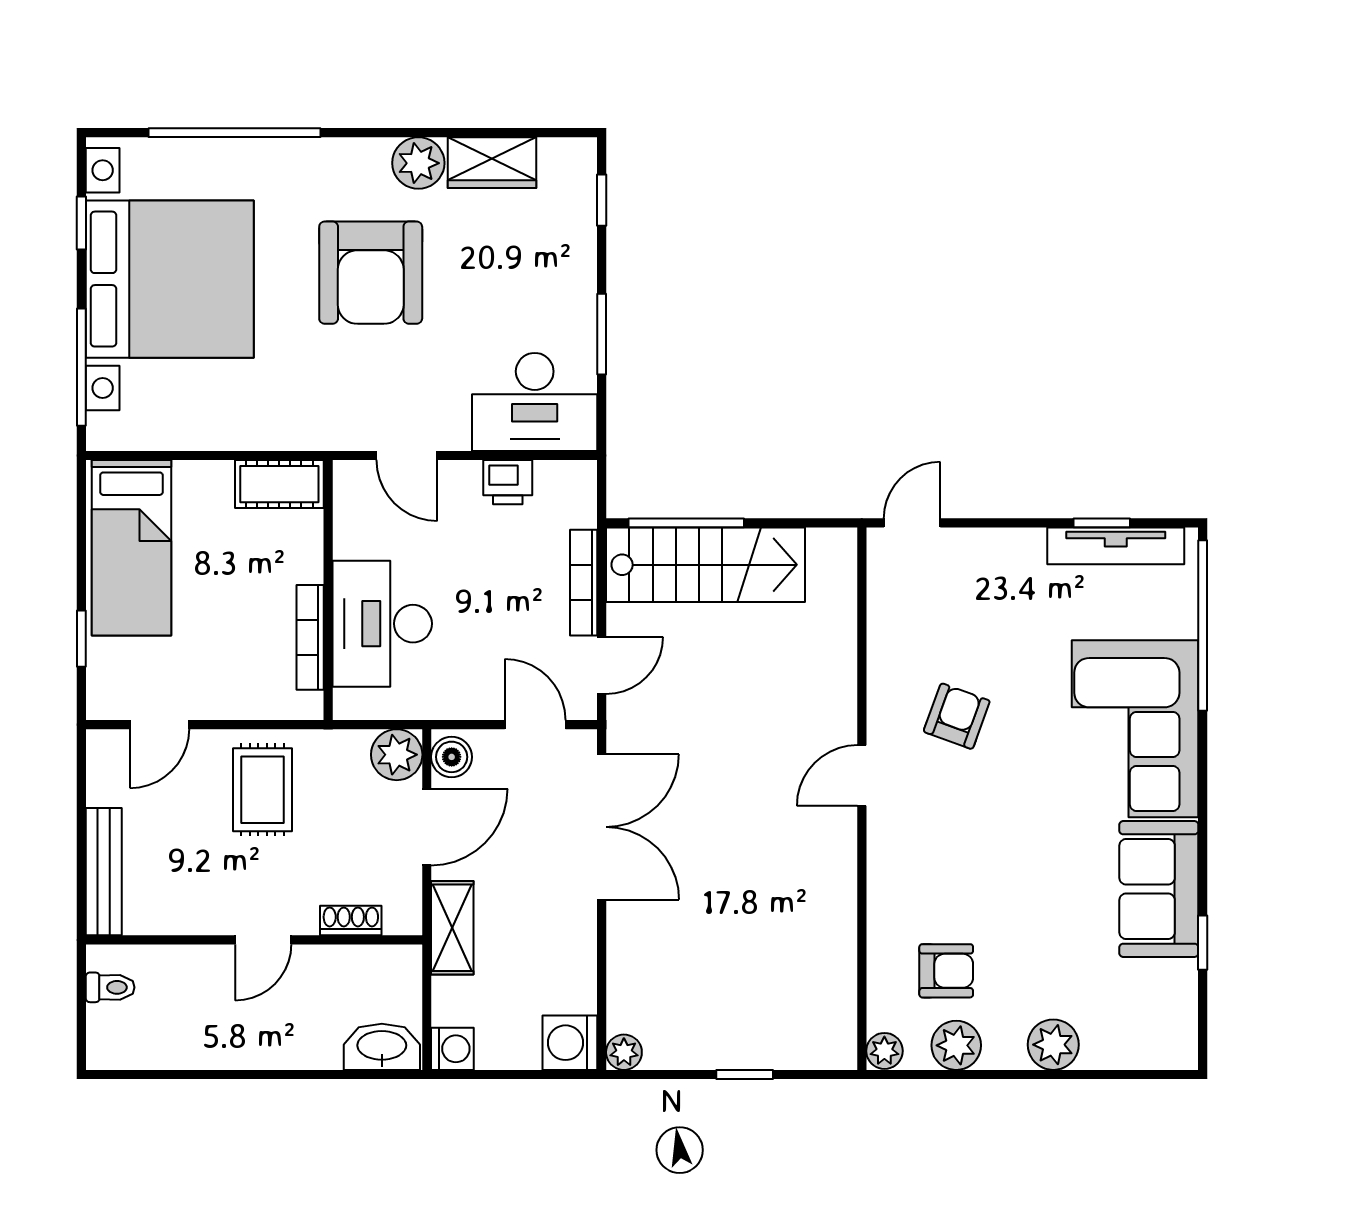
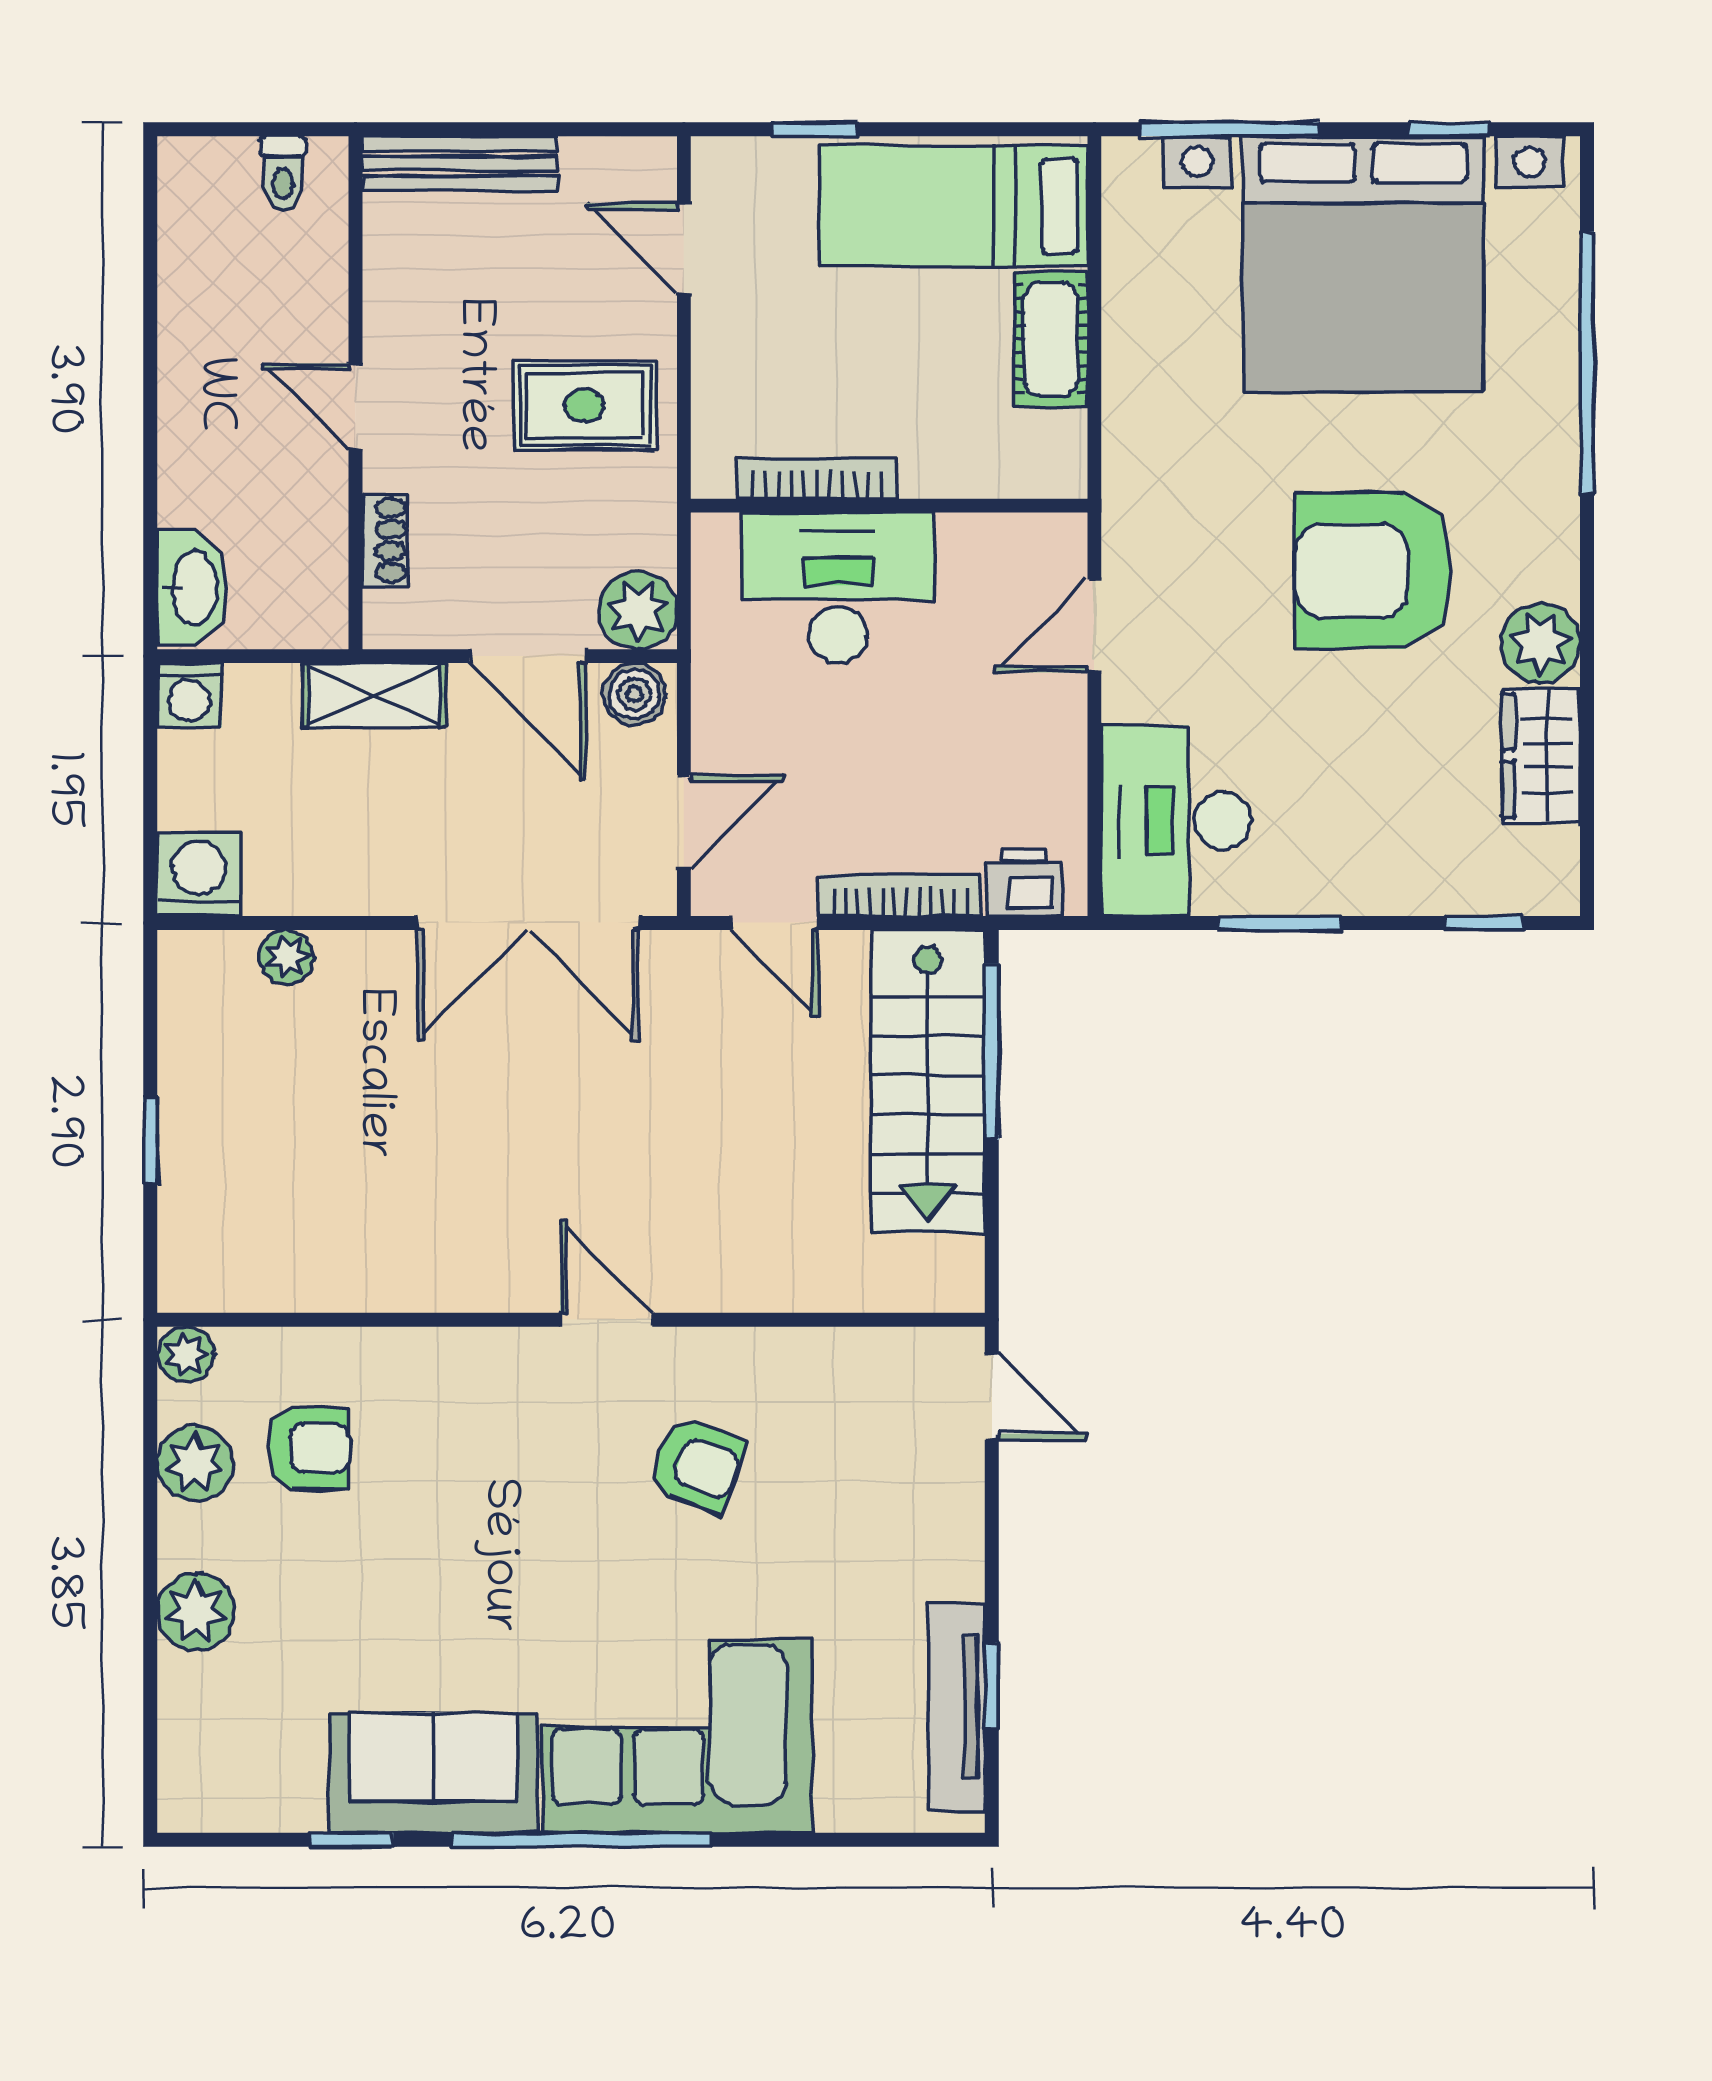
printer: (508, 482) -> (1024, 882), moved, turned 90
cot: (279, 484) -> (1051, 339), moved
window: (1203, 626) -> (581, 1840), moved
armchair: (946, 971) -> (308, 1448), turned -90
plant: (624, 1052) -> (287, 957), moved

